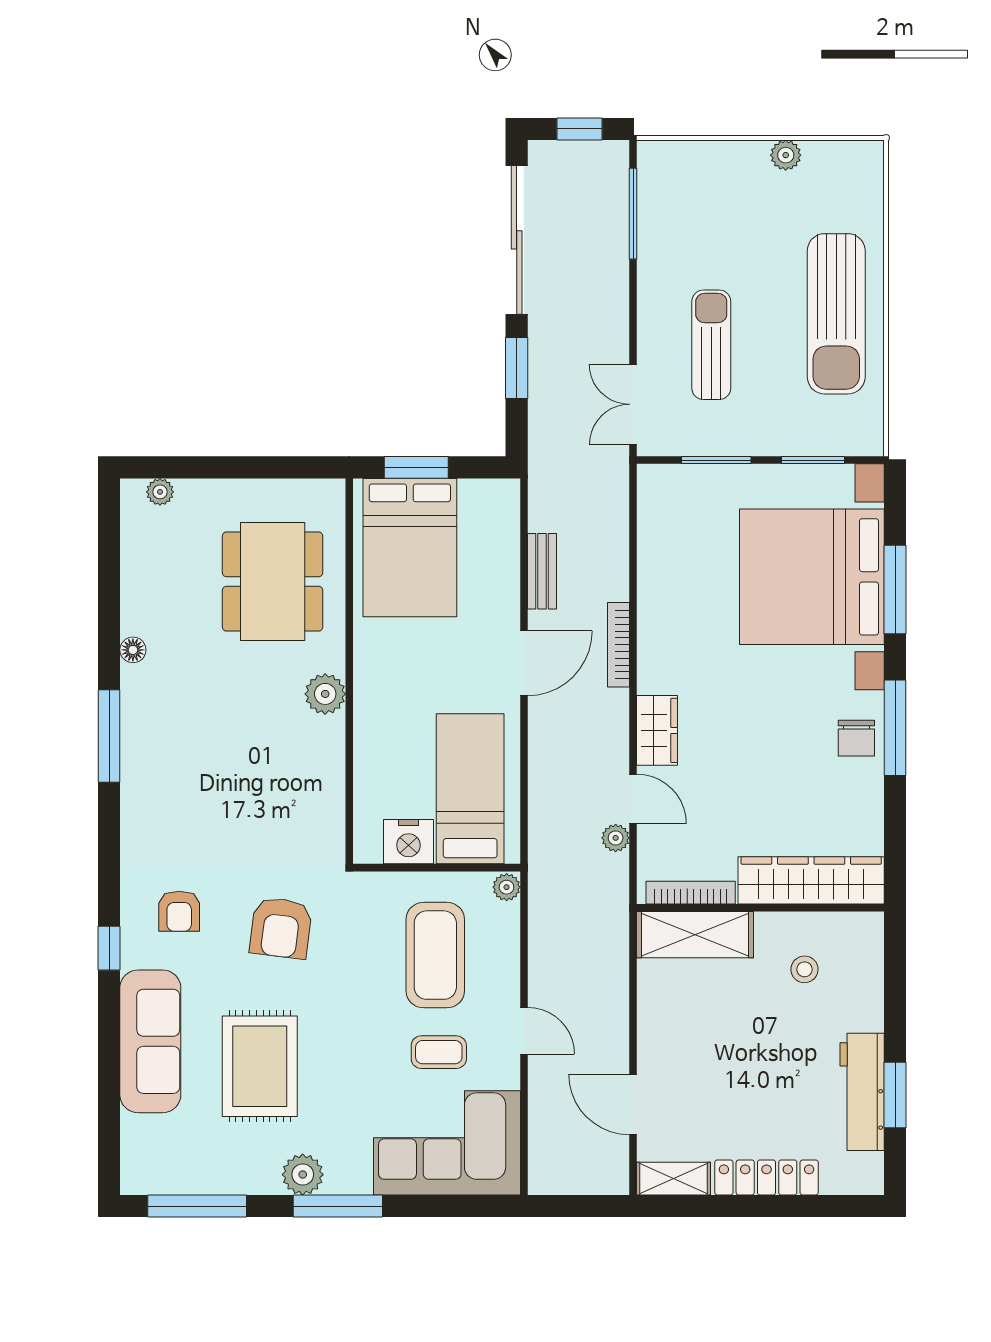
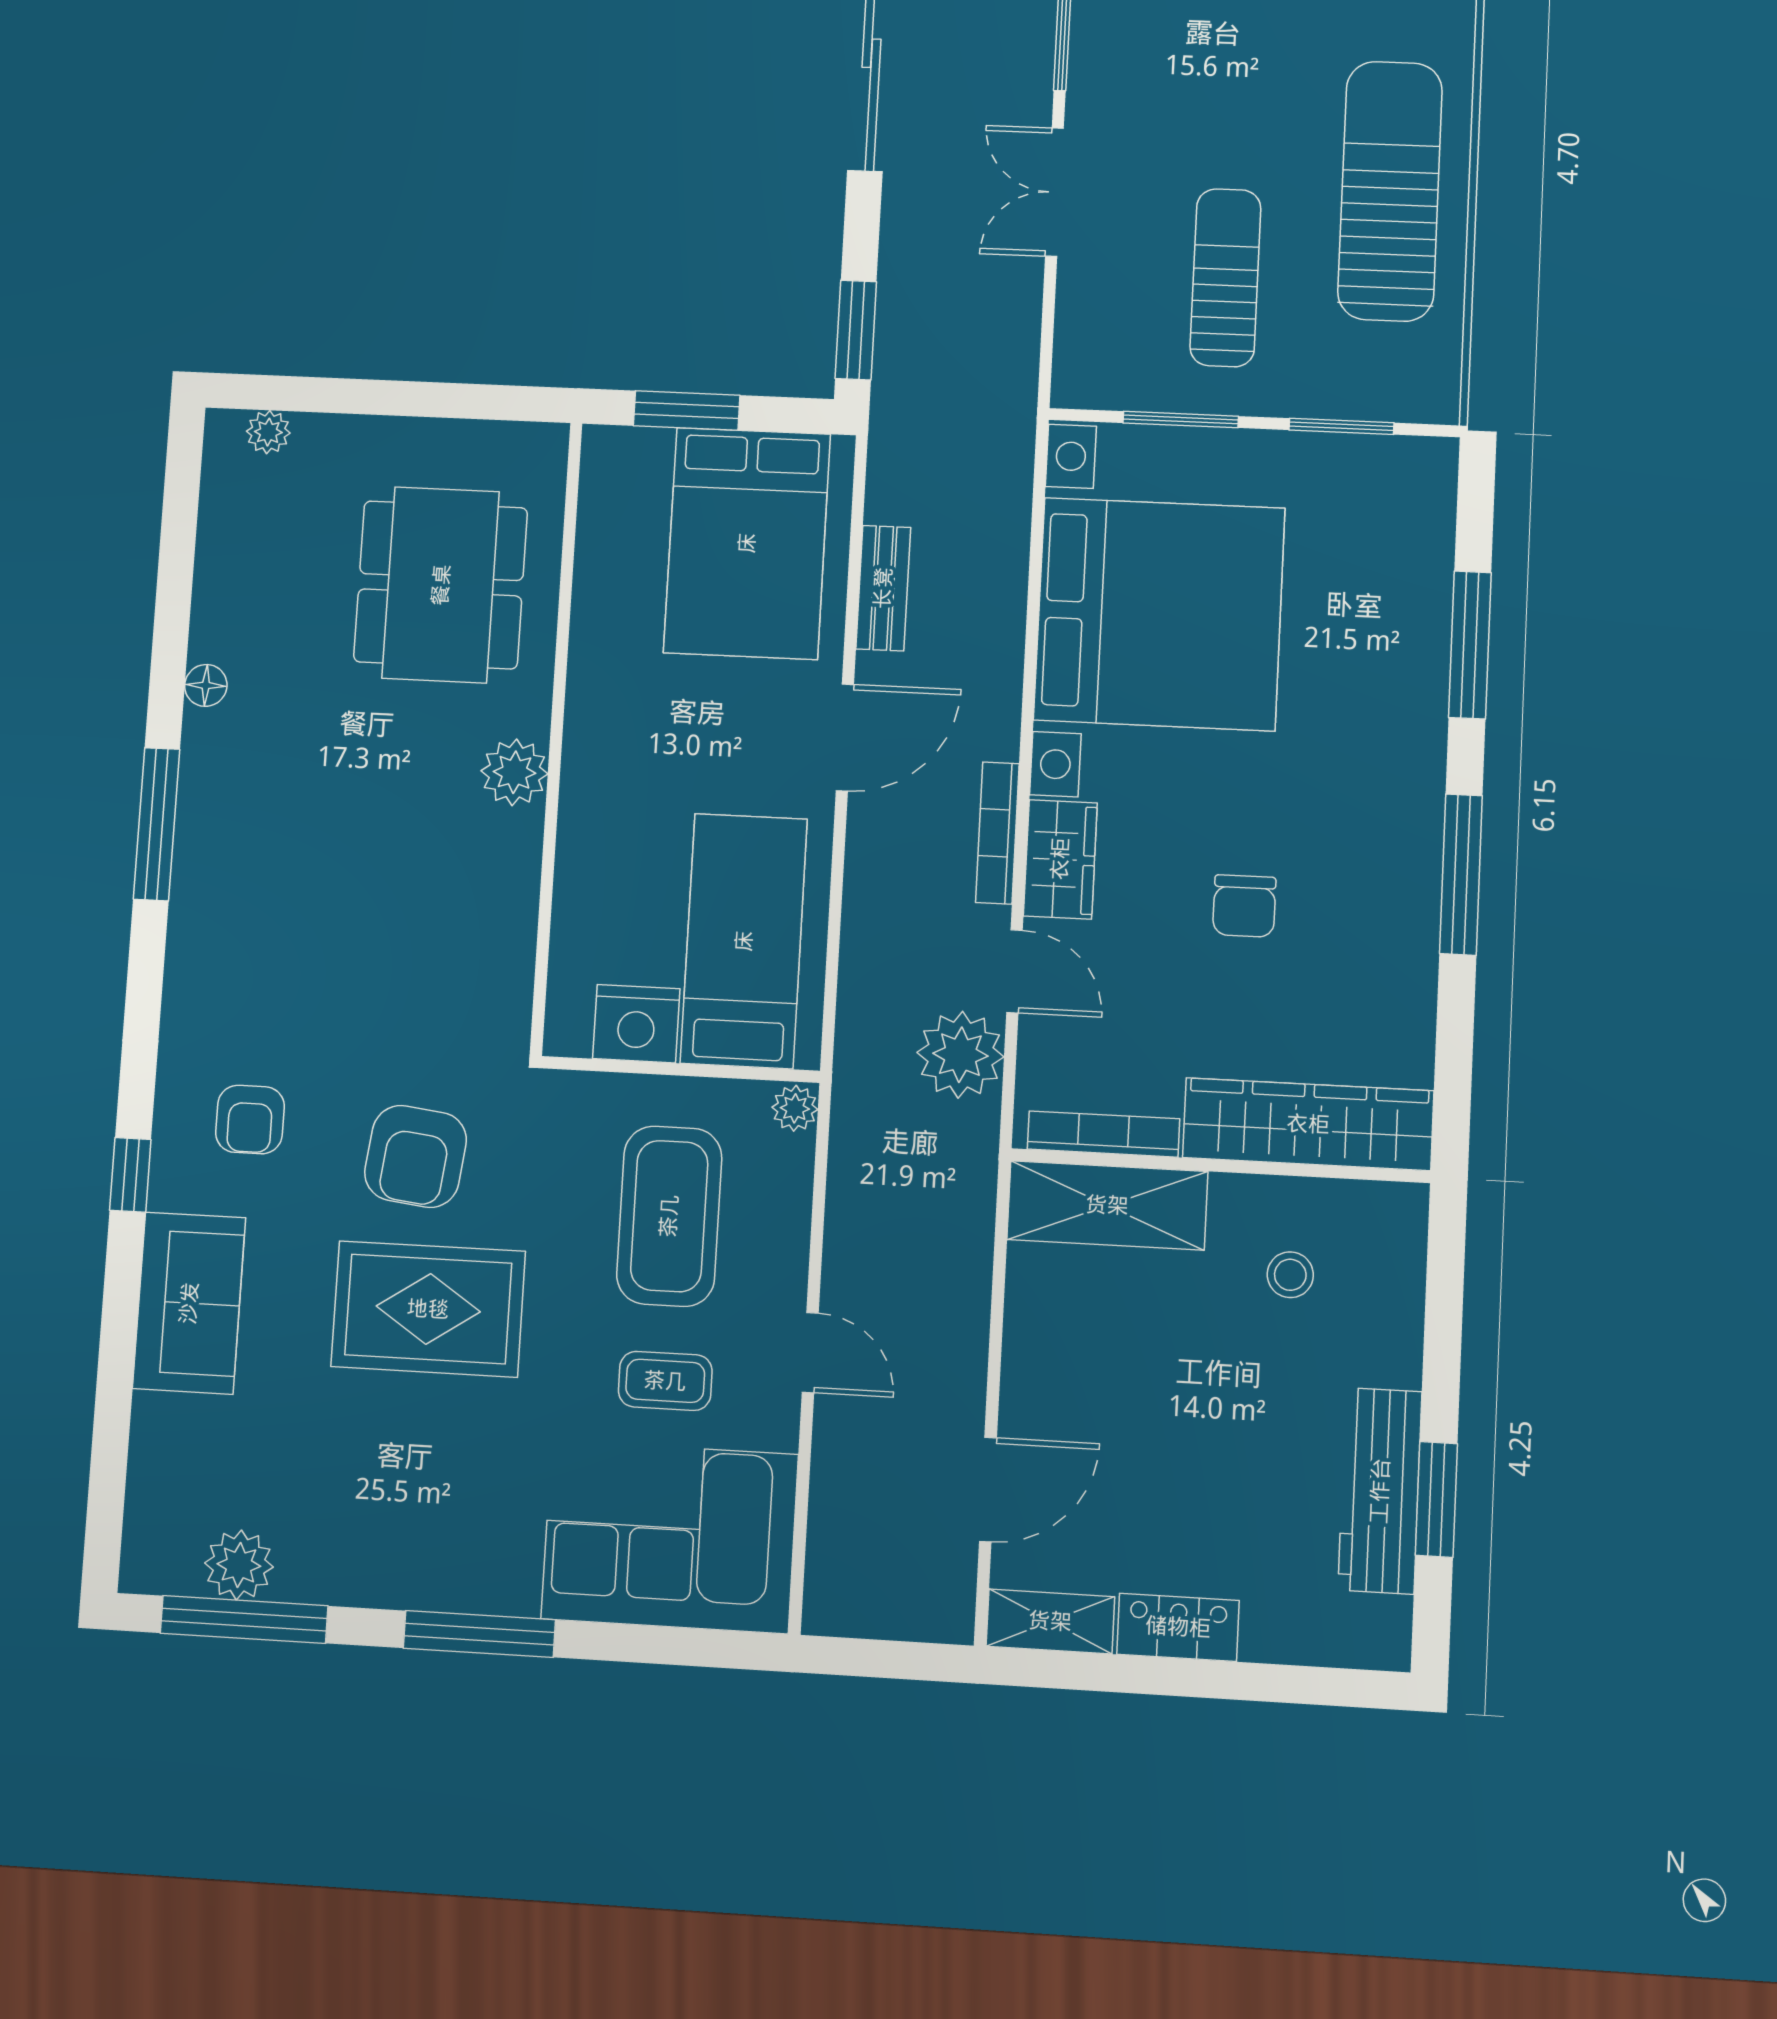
sun lounger: (836, 314) -> (1390, 191), turned 180
sun lounger: (711, 345) -> (1225, 278), moved
window: (517, 368) -> (856, 330), moved
double door: (633, 404) -> (1054, 192), moved
bed: (410, 548) -> (747, 543), moved
bed with nightstands: (812, 577) -> (1159, 614), moved, turned 180
bookcase: (619, 645) -> (997, 833), moved
chair: (856, 738) -> (1244, 906), moved
plant: (616, 838) -> (960, 1055), width x1.88, depth x1.88
sofa: (150, 1041) -> (189, 1303), width x0.73
rug: (260, 1066) -> (428, 1309), moved, turned 90
door: (633, 1104) -> (988, 1489), swing flipped
plant: (303, 1175) -> (239, 1565), moved
locker: (766, 1177) -> (1178, 1627), width x0.66

